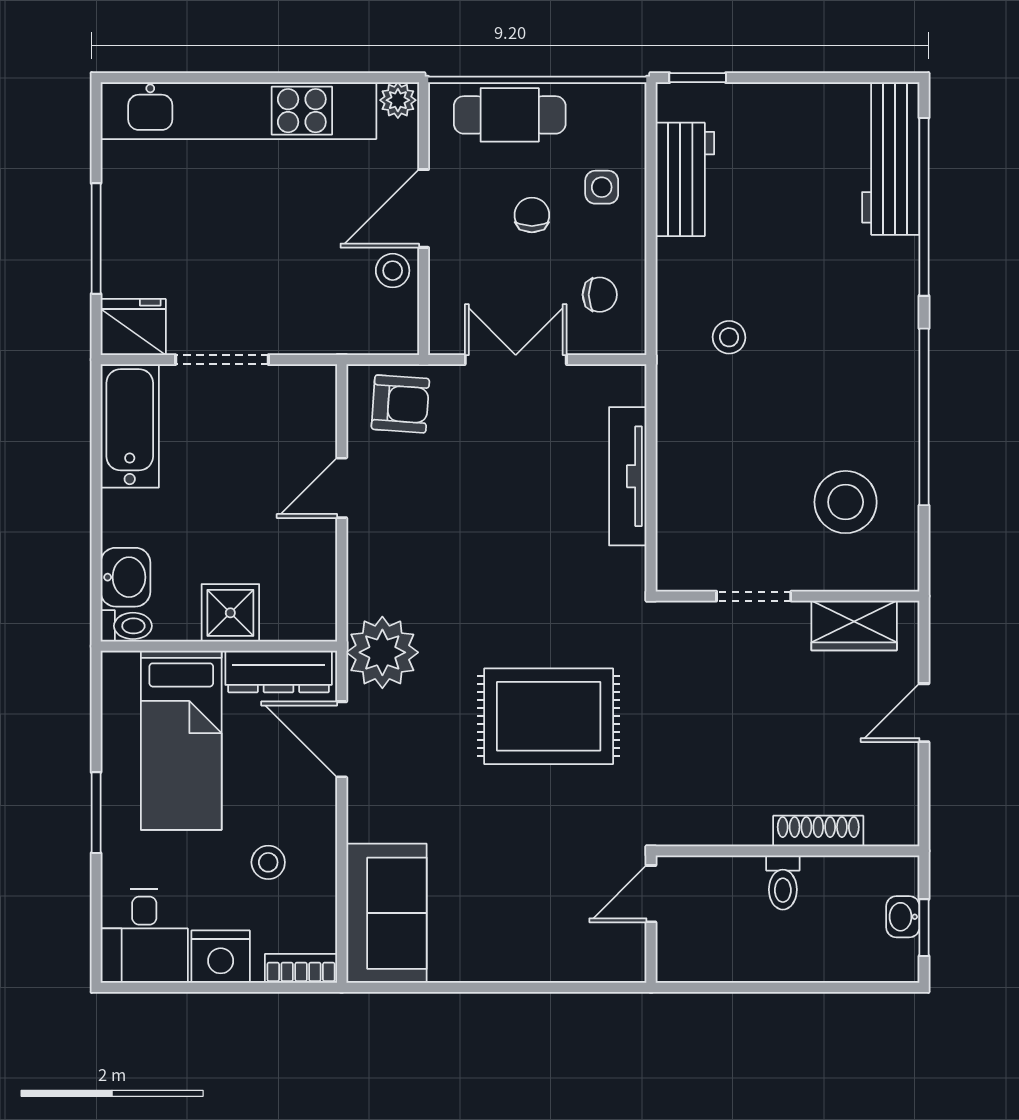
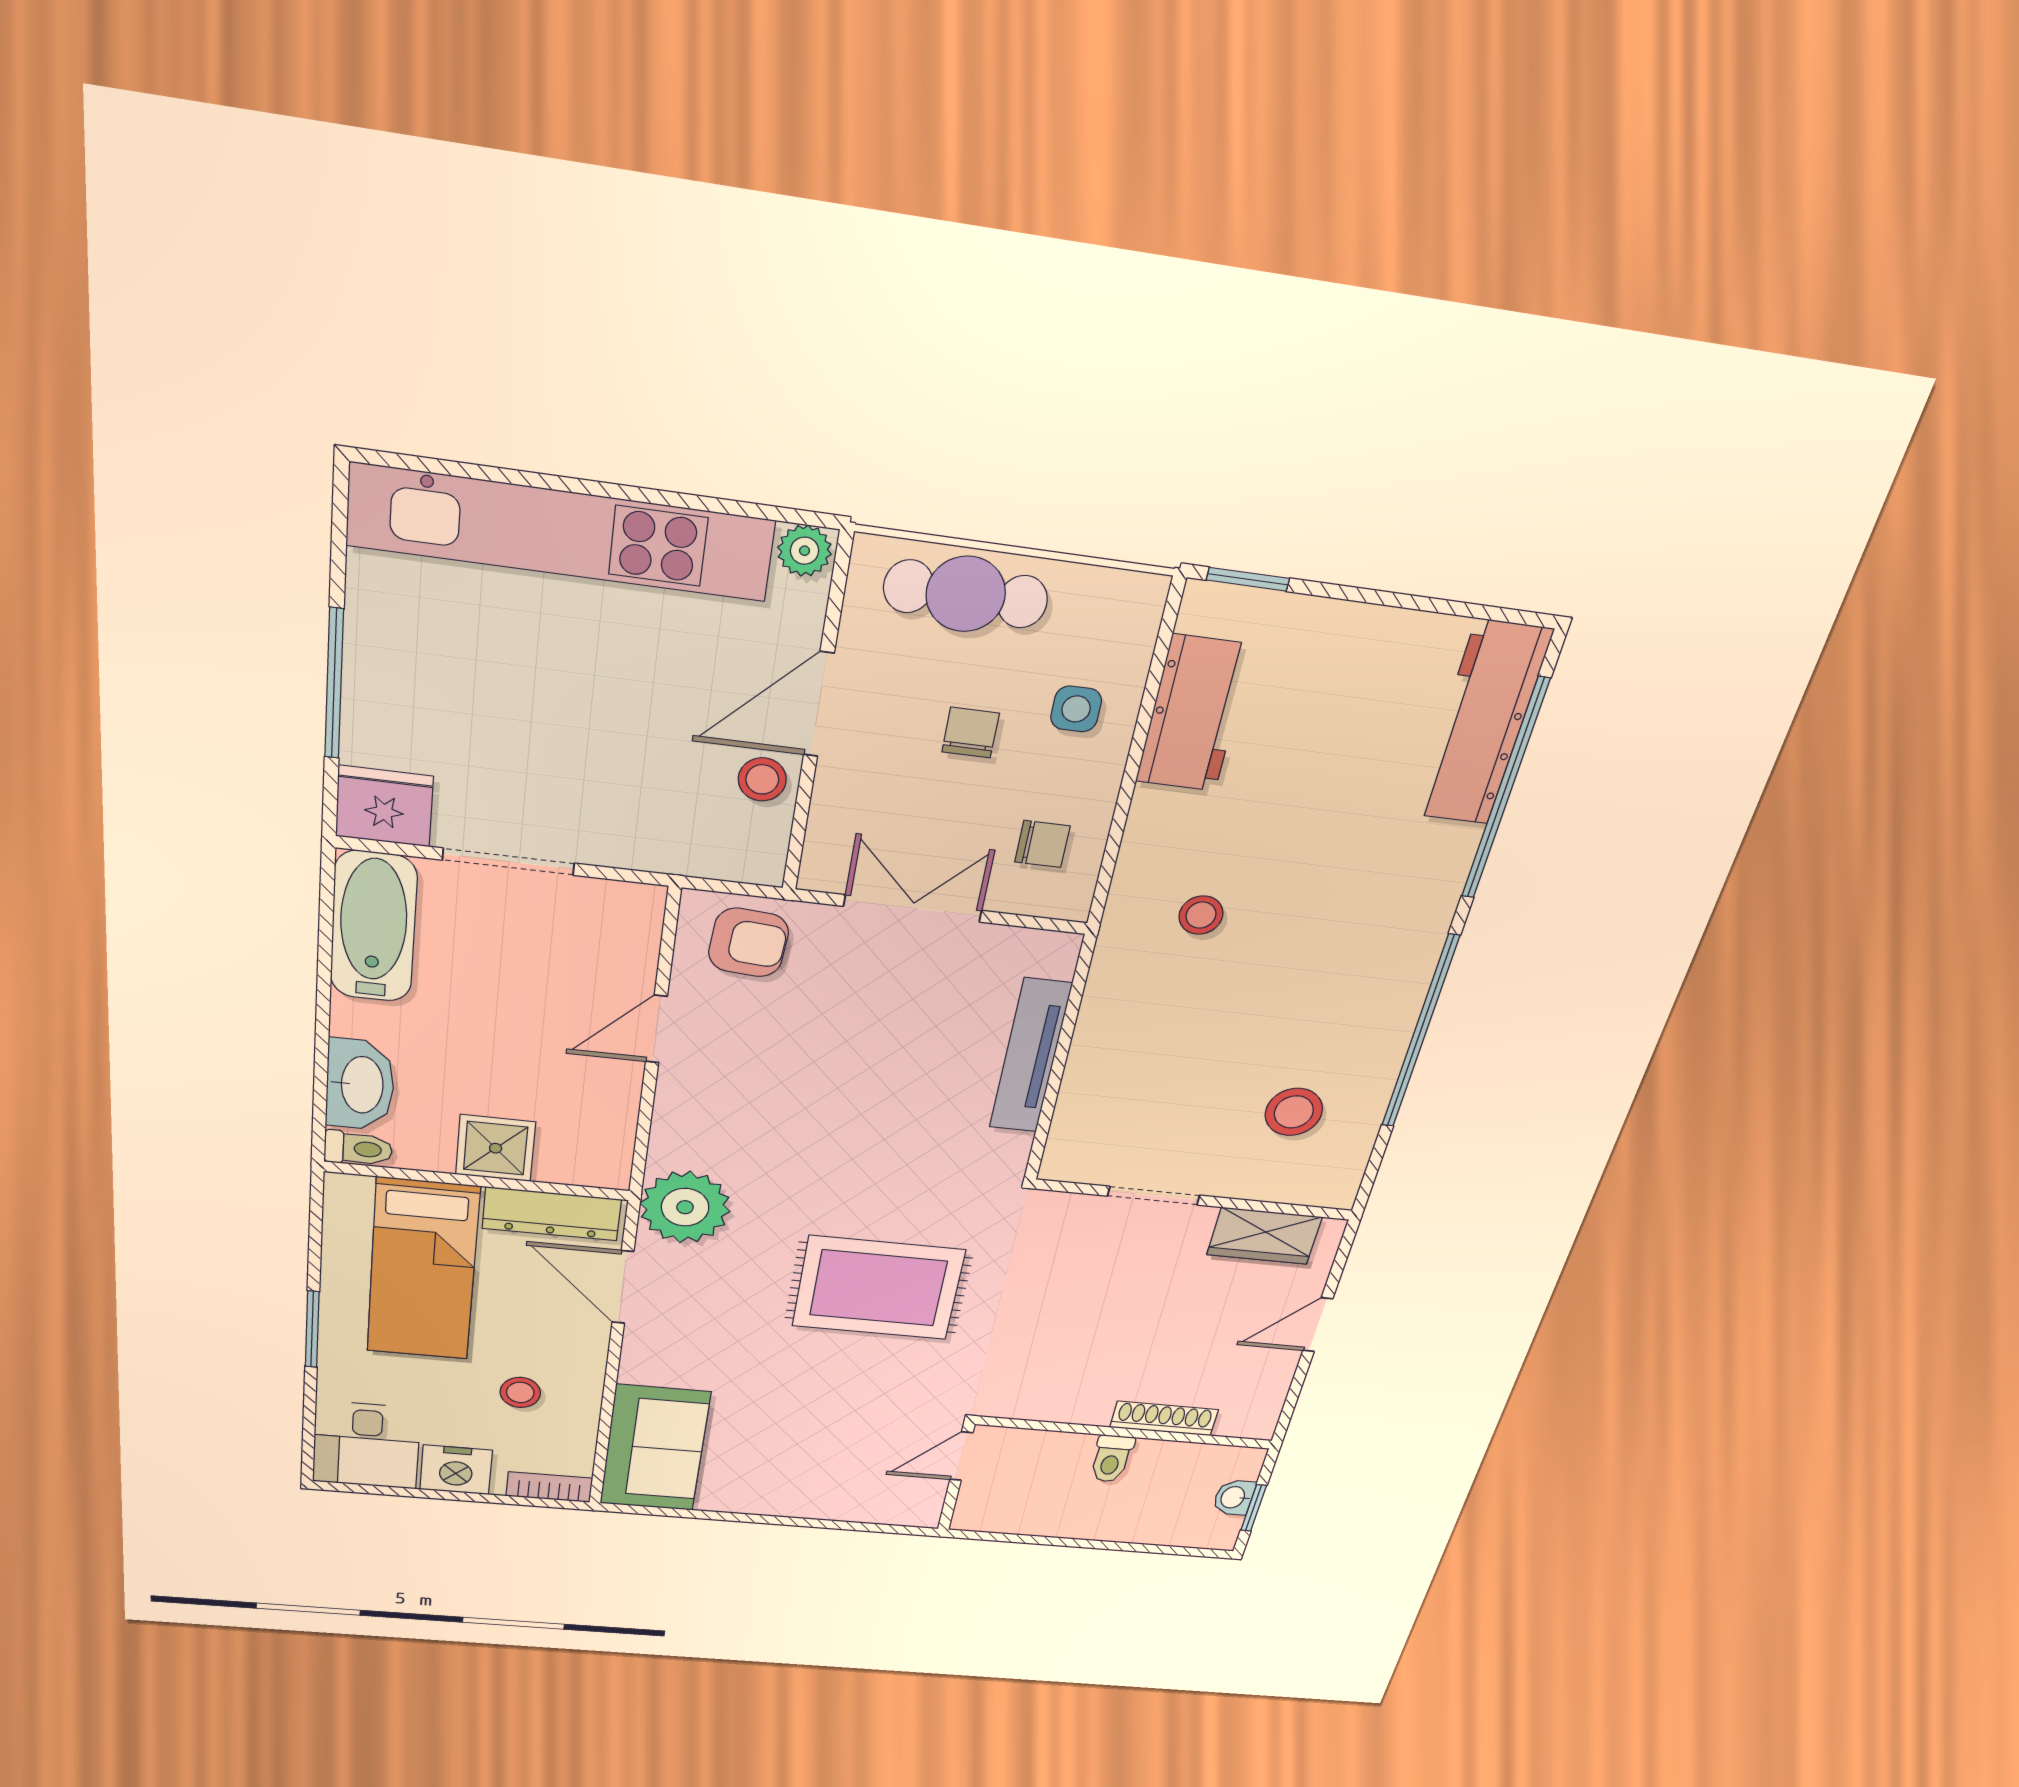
stool: (846, 502) -> (1294, 1112), width x0.73, depth x0.73
washbasin: (125, 577) -> (360, 1085), width x1.38

